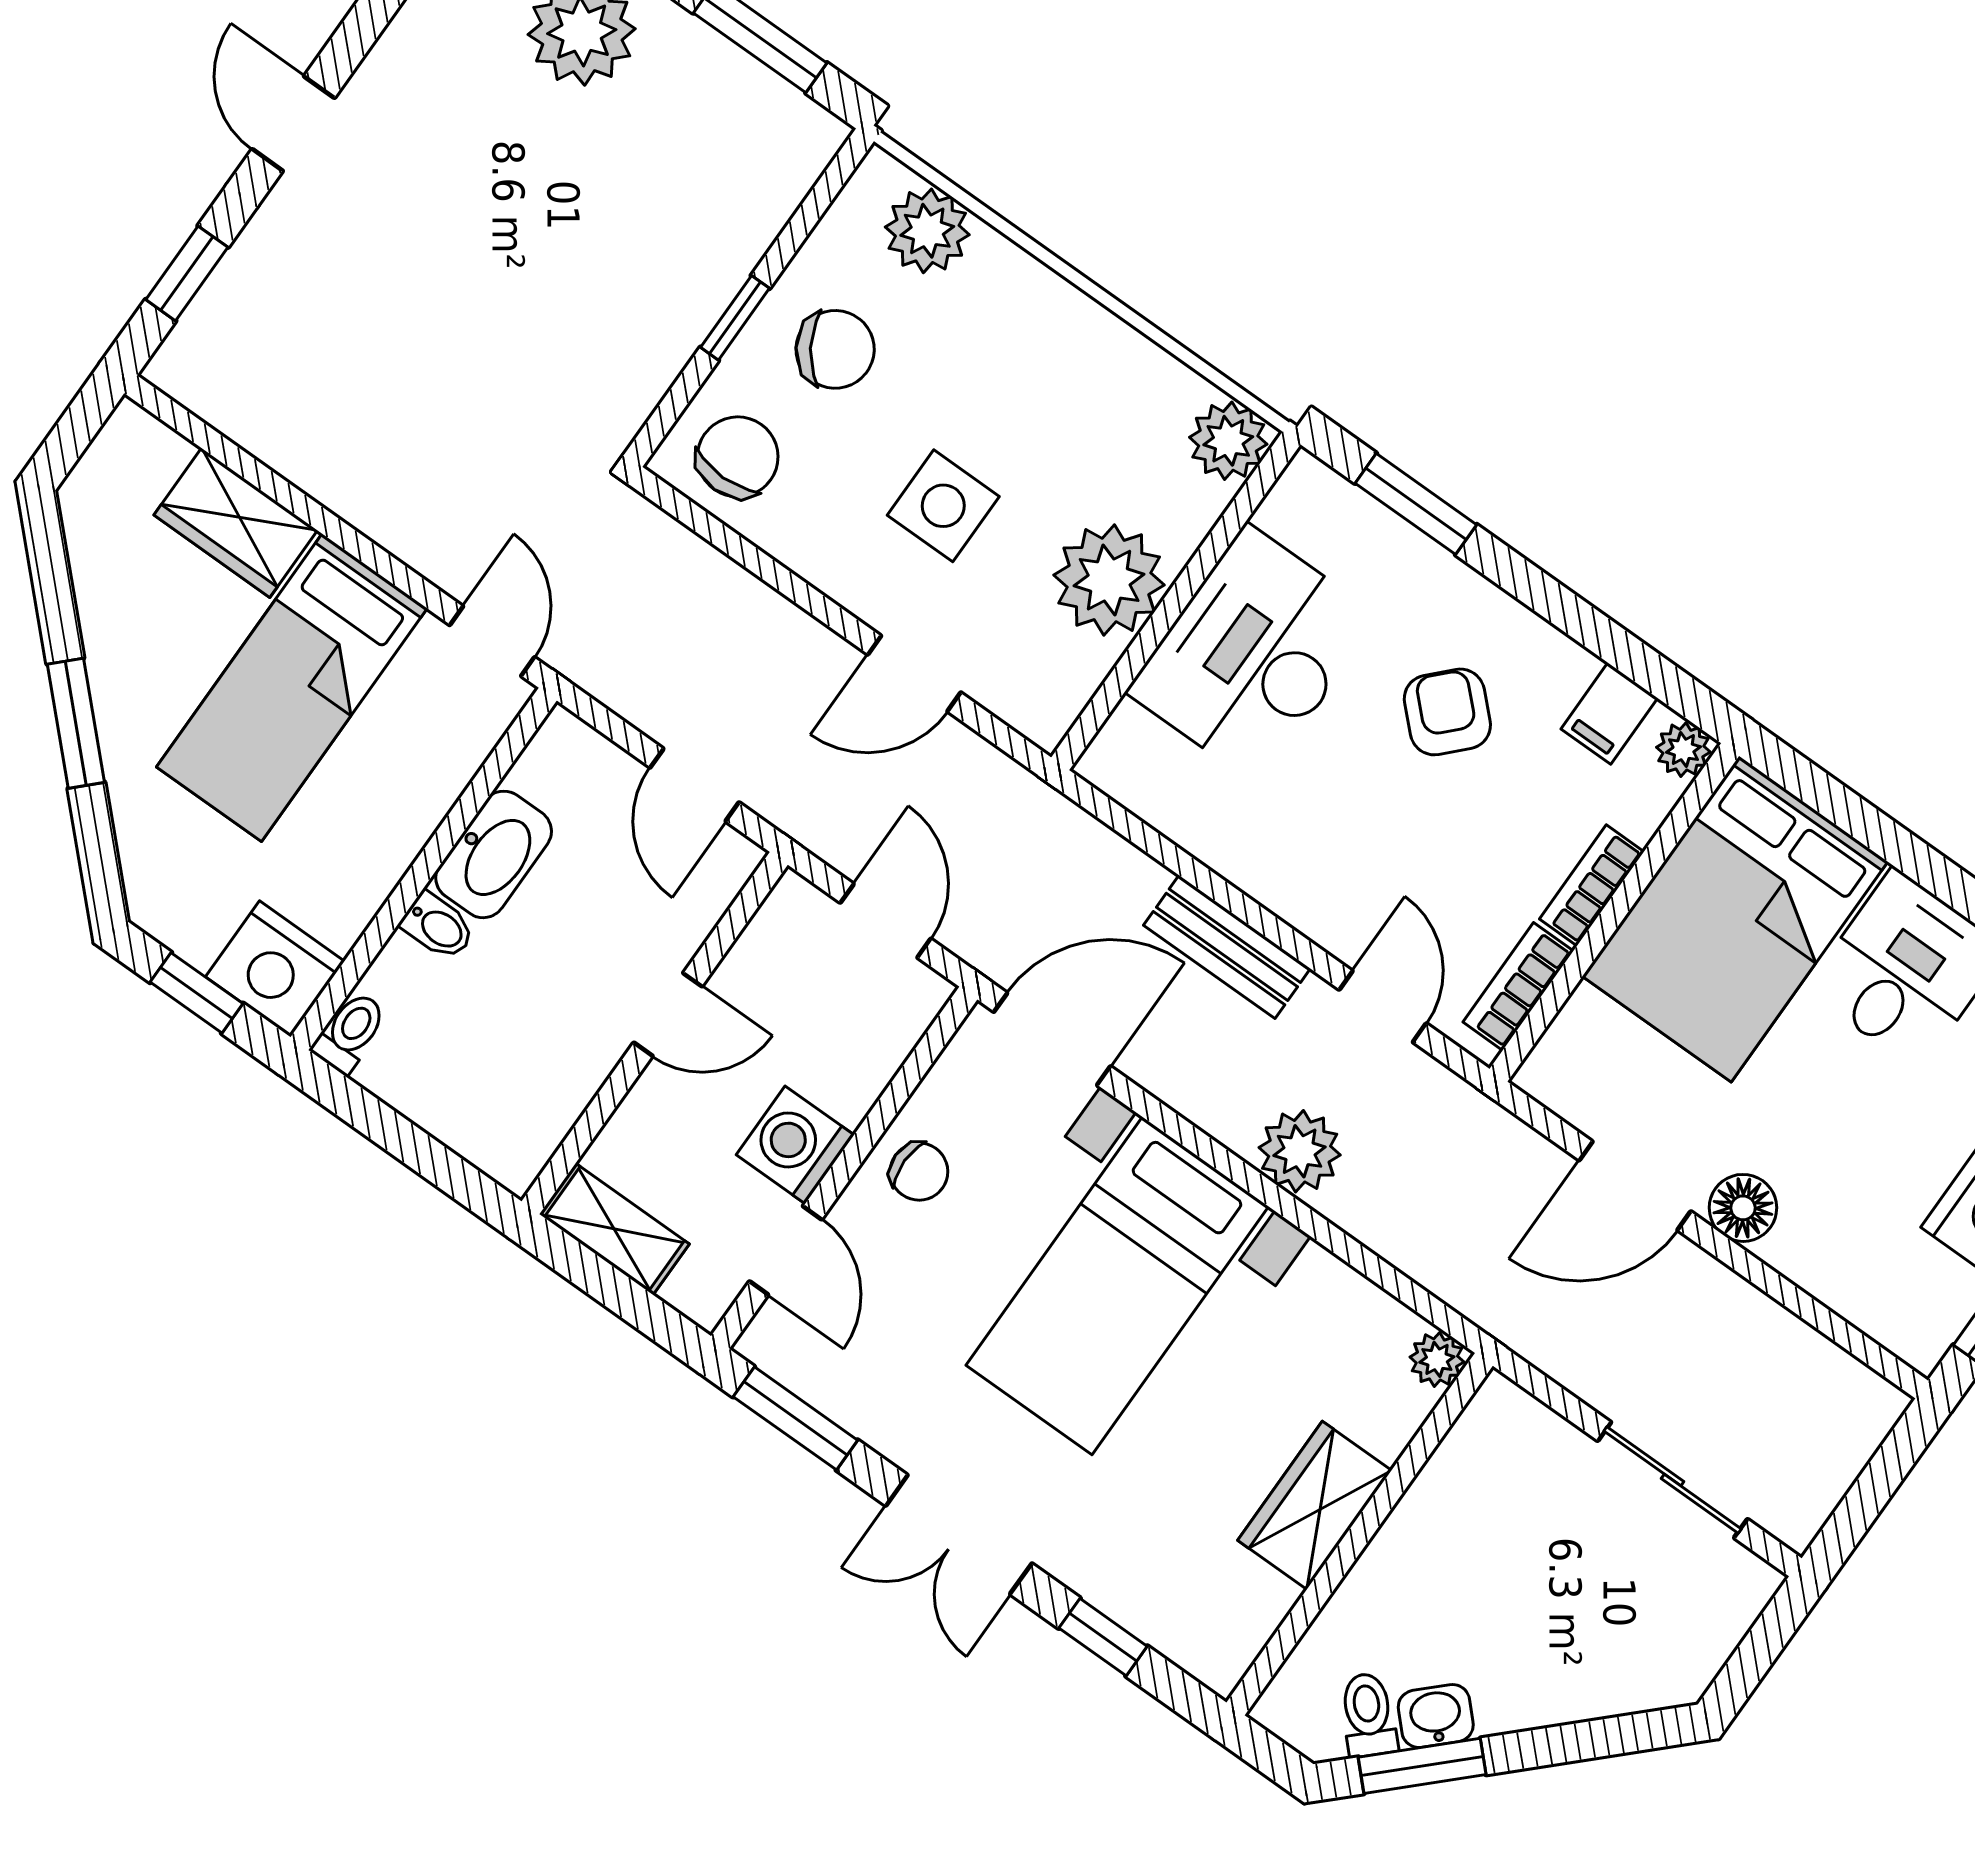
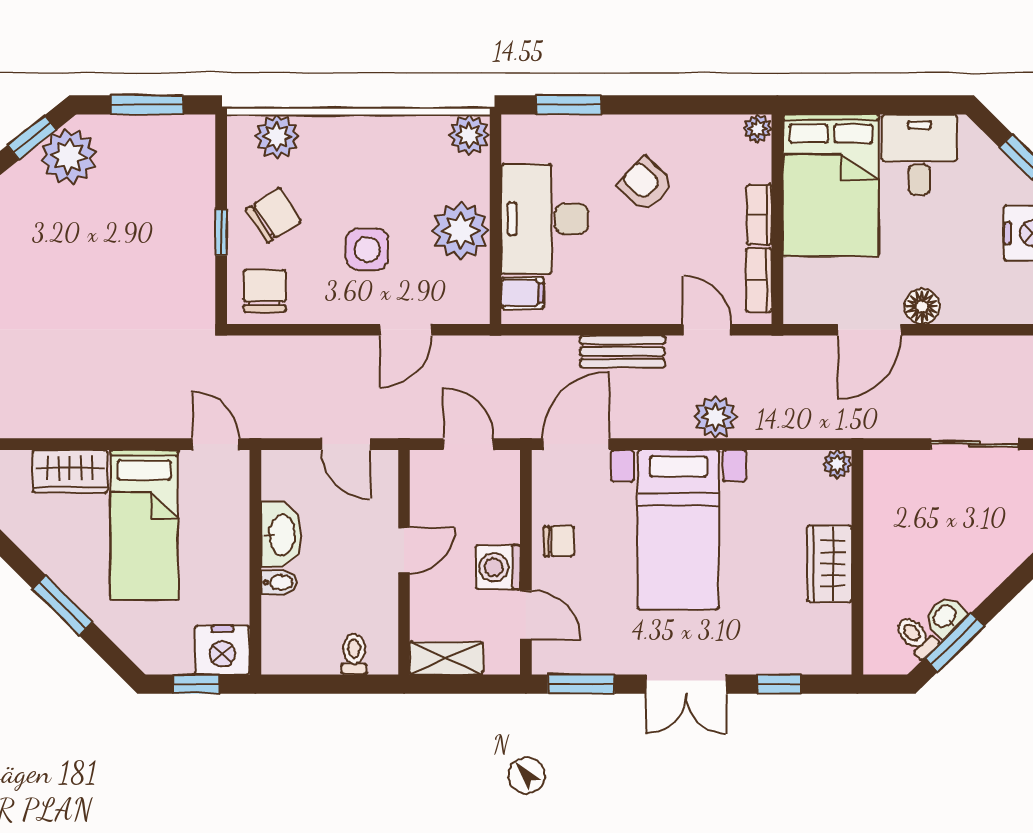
filing cabinet: (1609, 714) -> (523, 293), moved, turned -90
toilet: (350, 1032) -> (354, 654), moved

